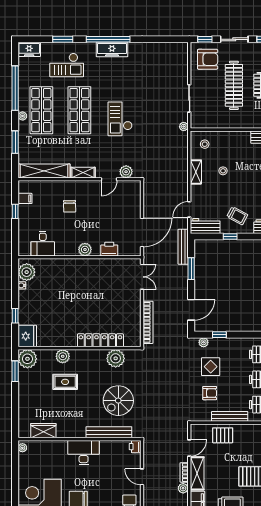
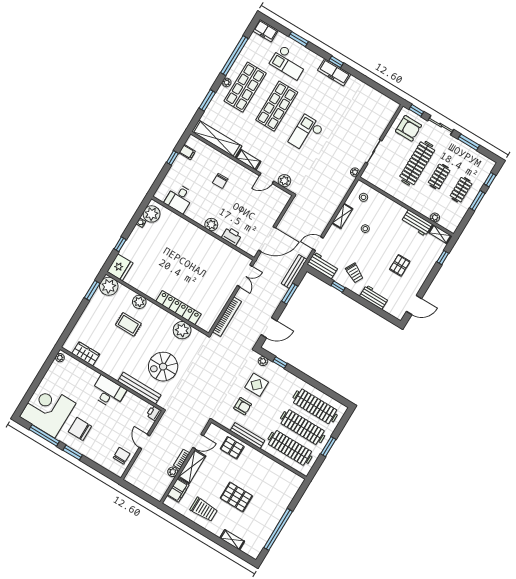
window: (108, 39) -> (336, 62), width x0.32

